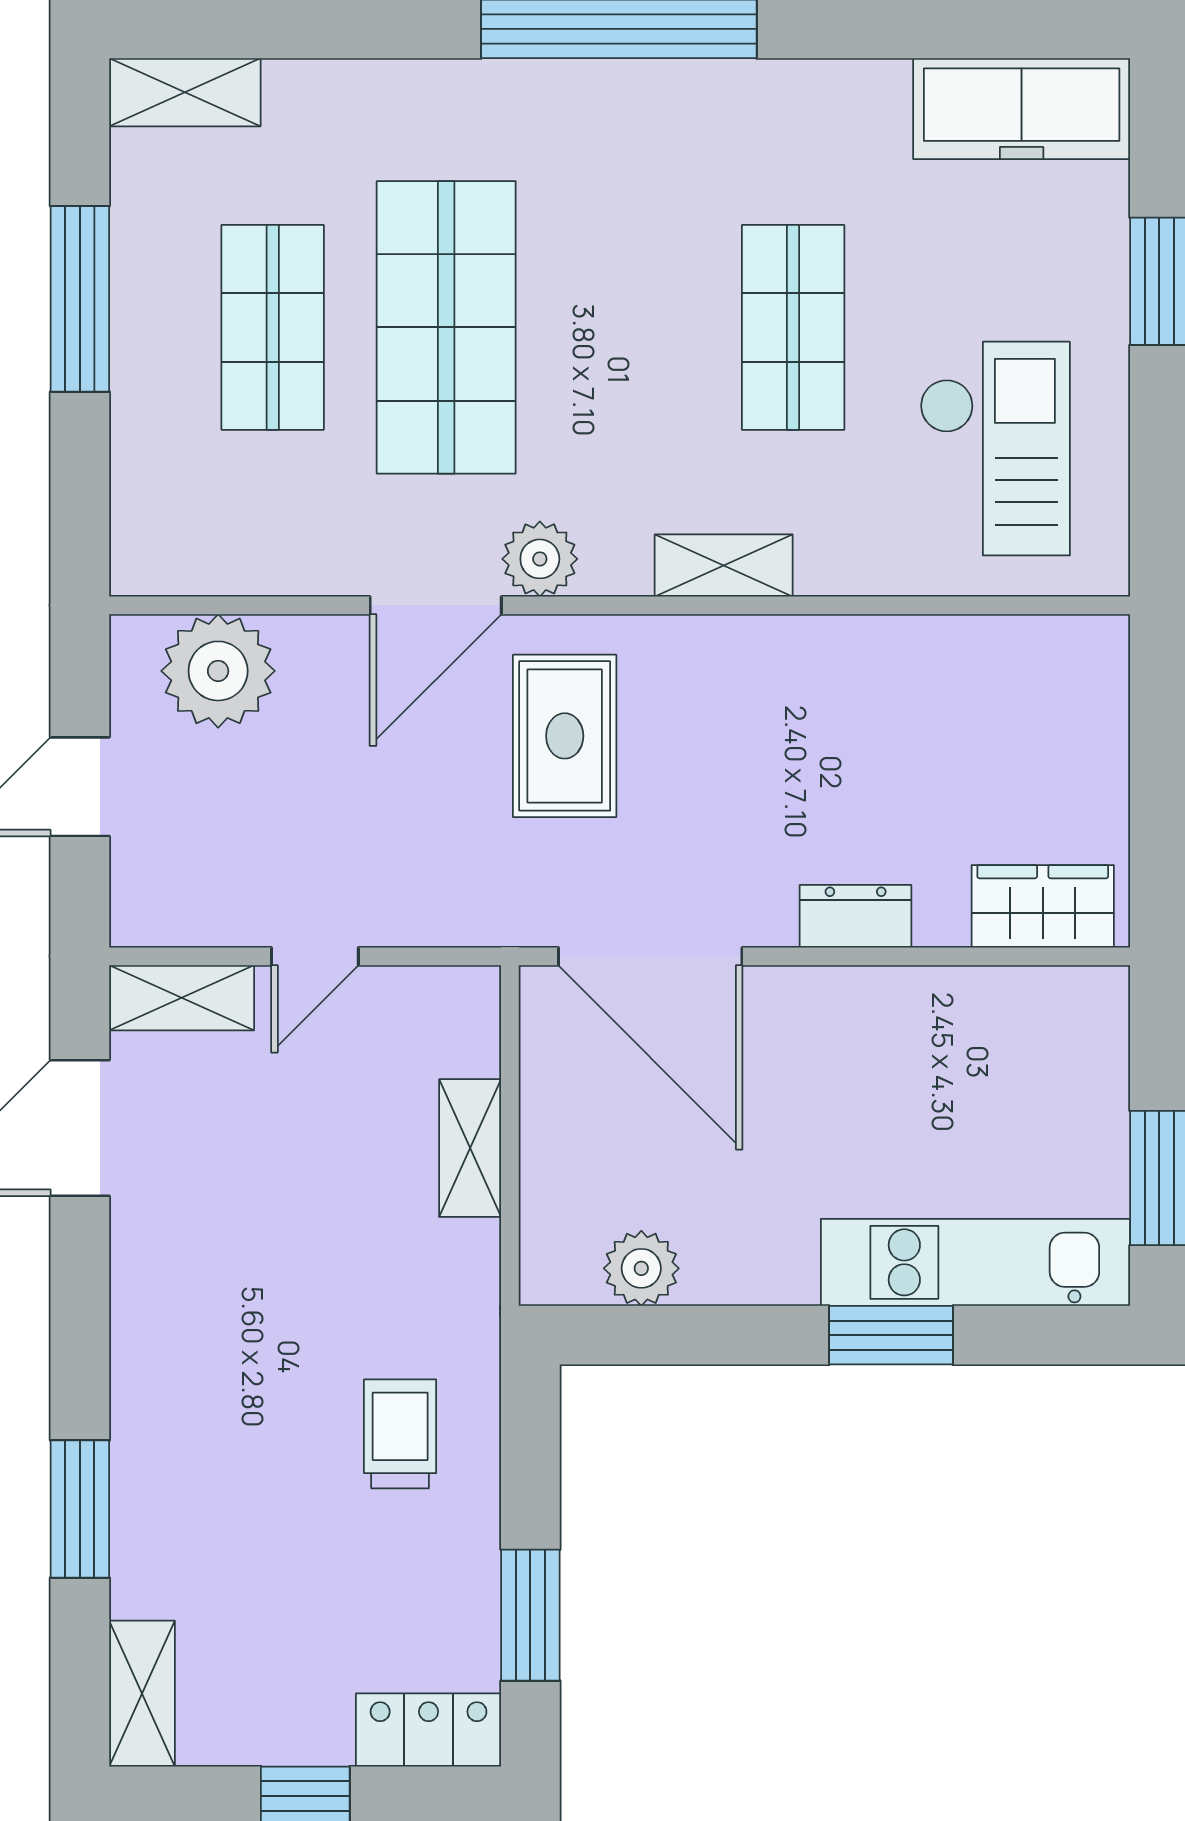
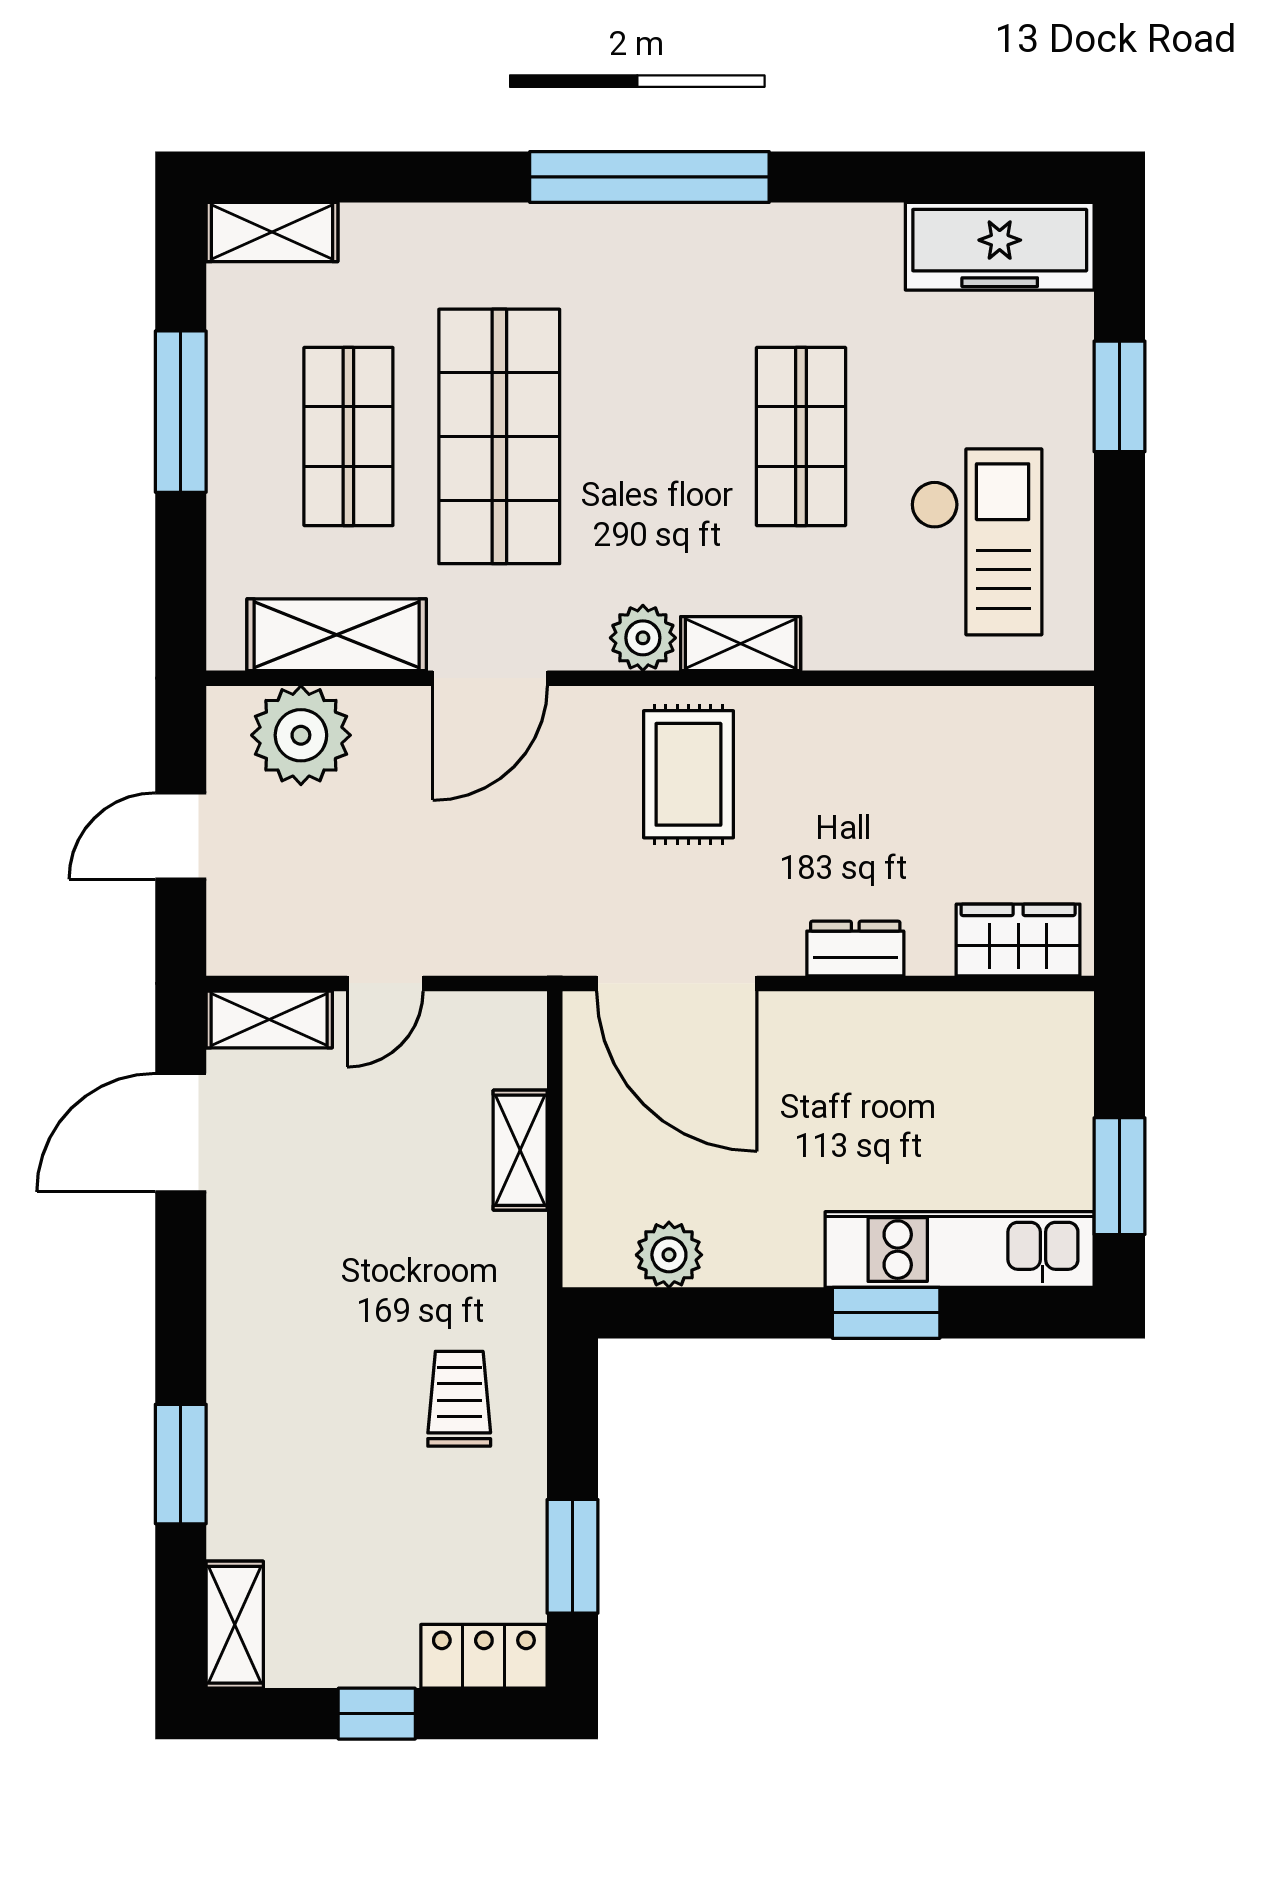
shelving: (259, 555) -> (337, 635), added
plant: (540, 559) -> (643, 638), moved
rug: (565, 736) -> (688, 774), moved

